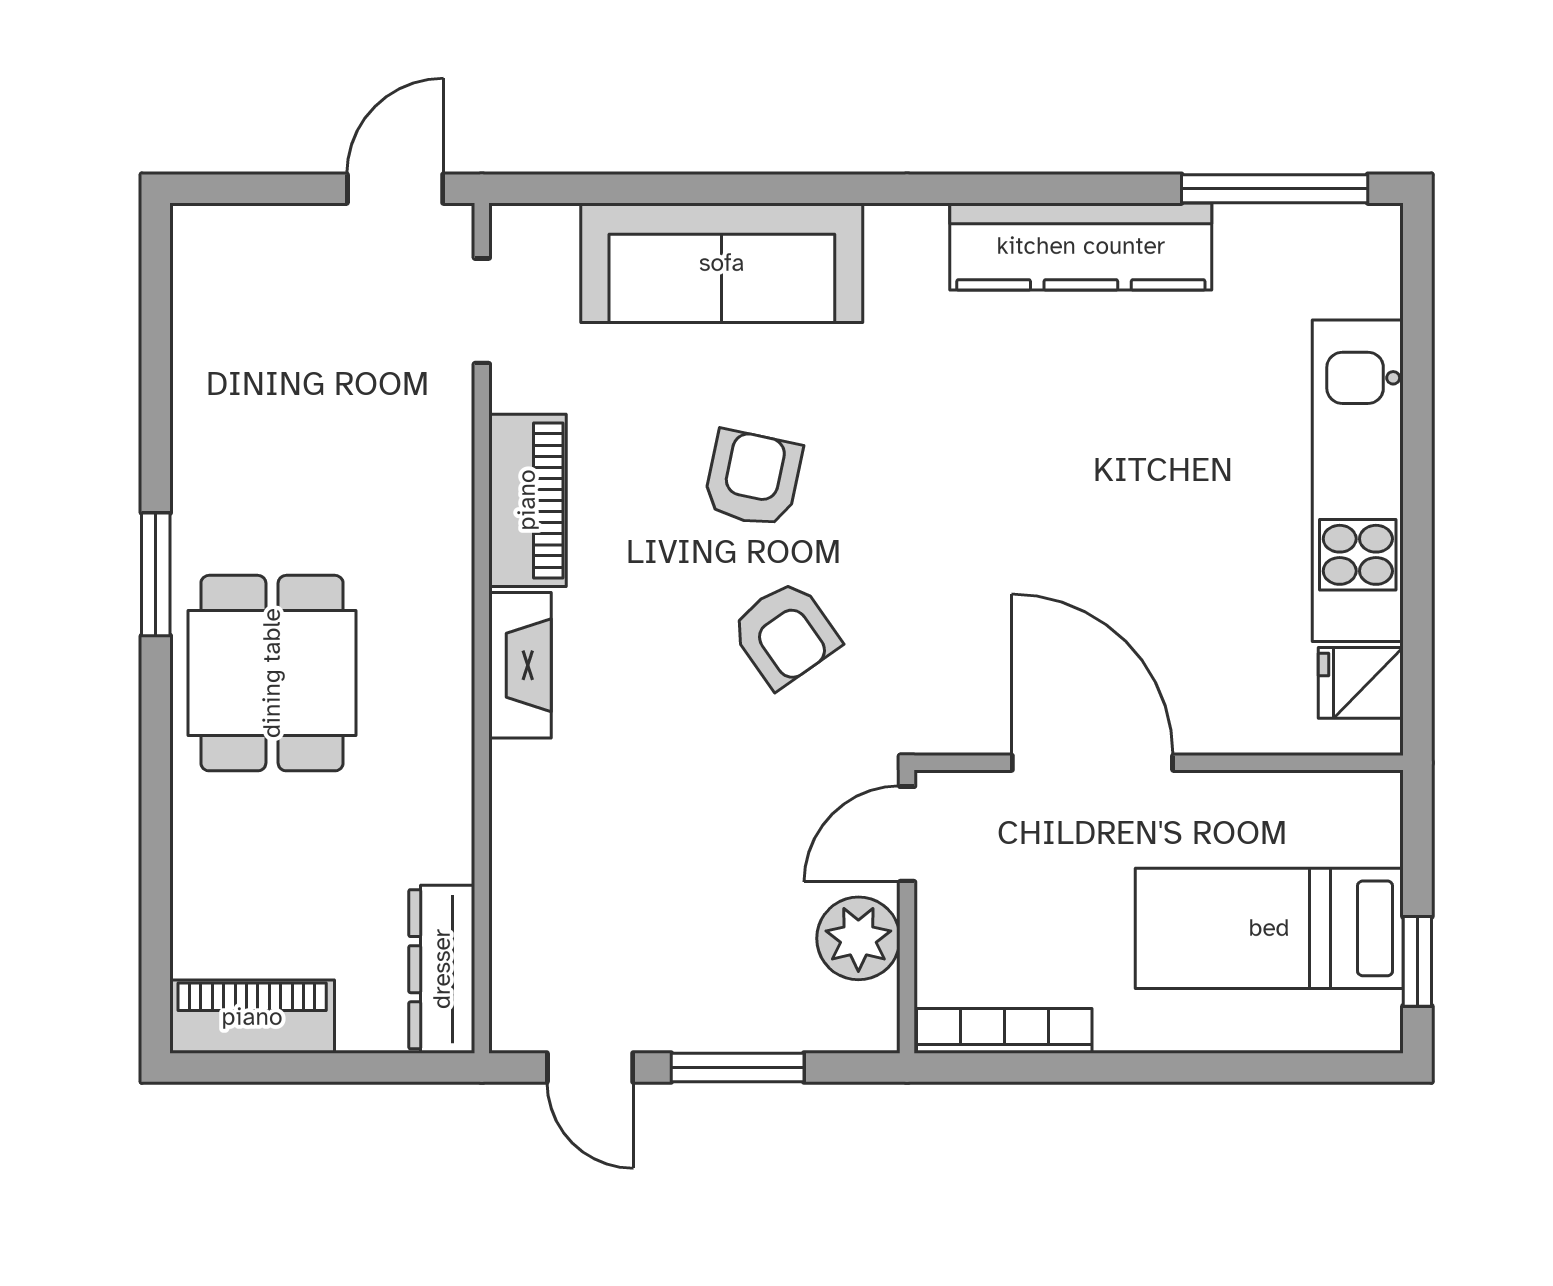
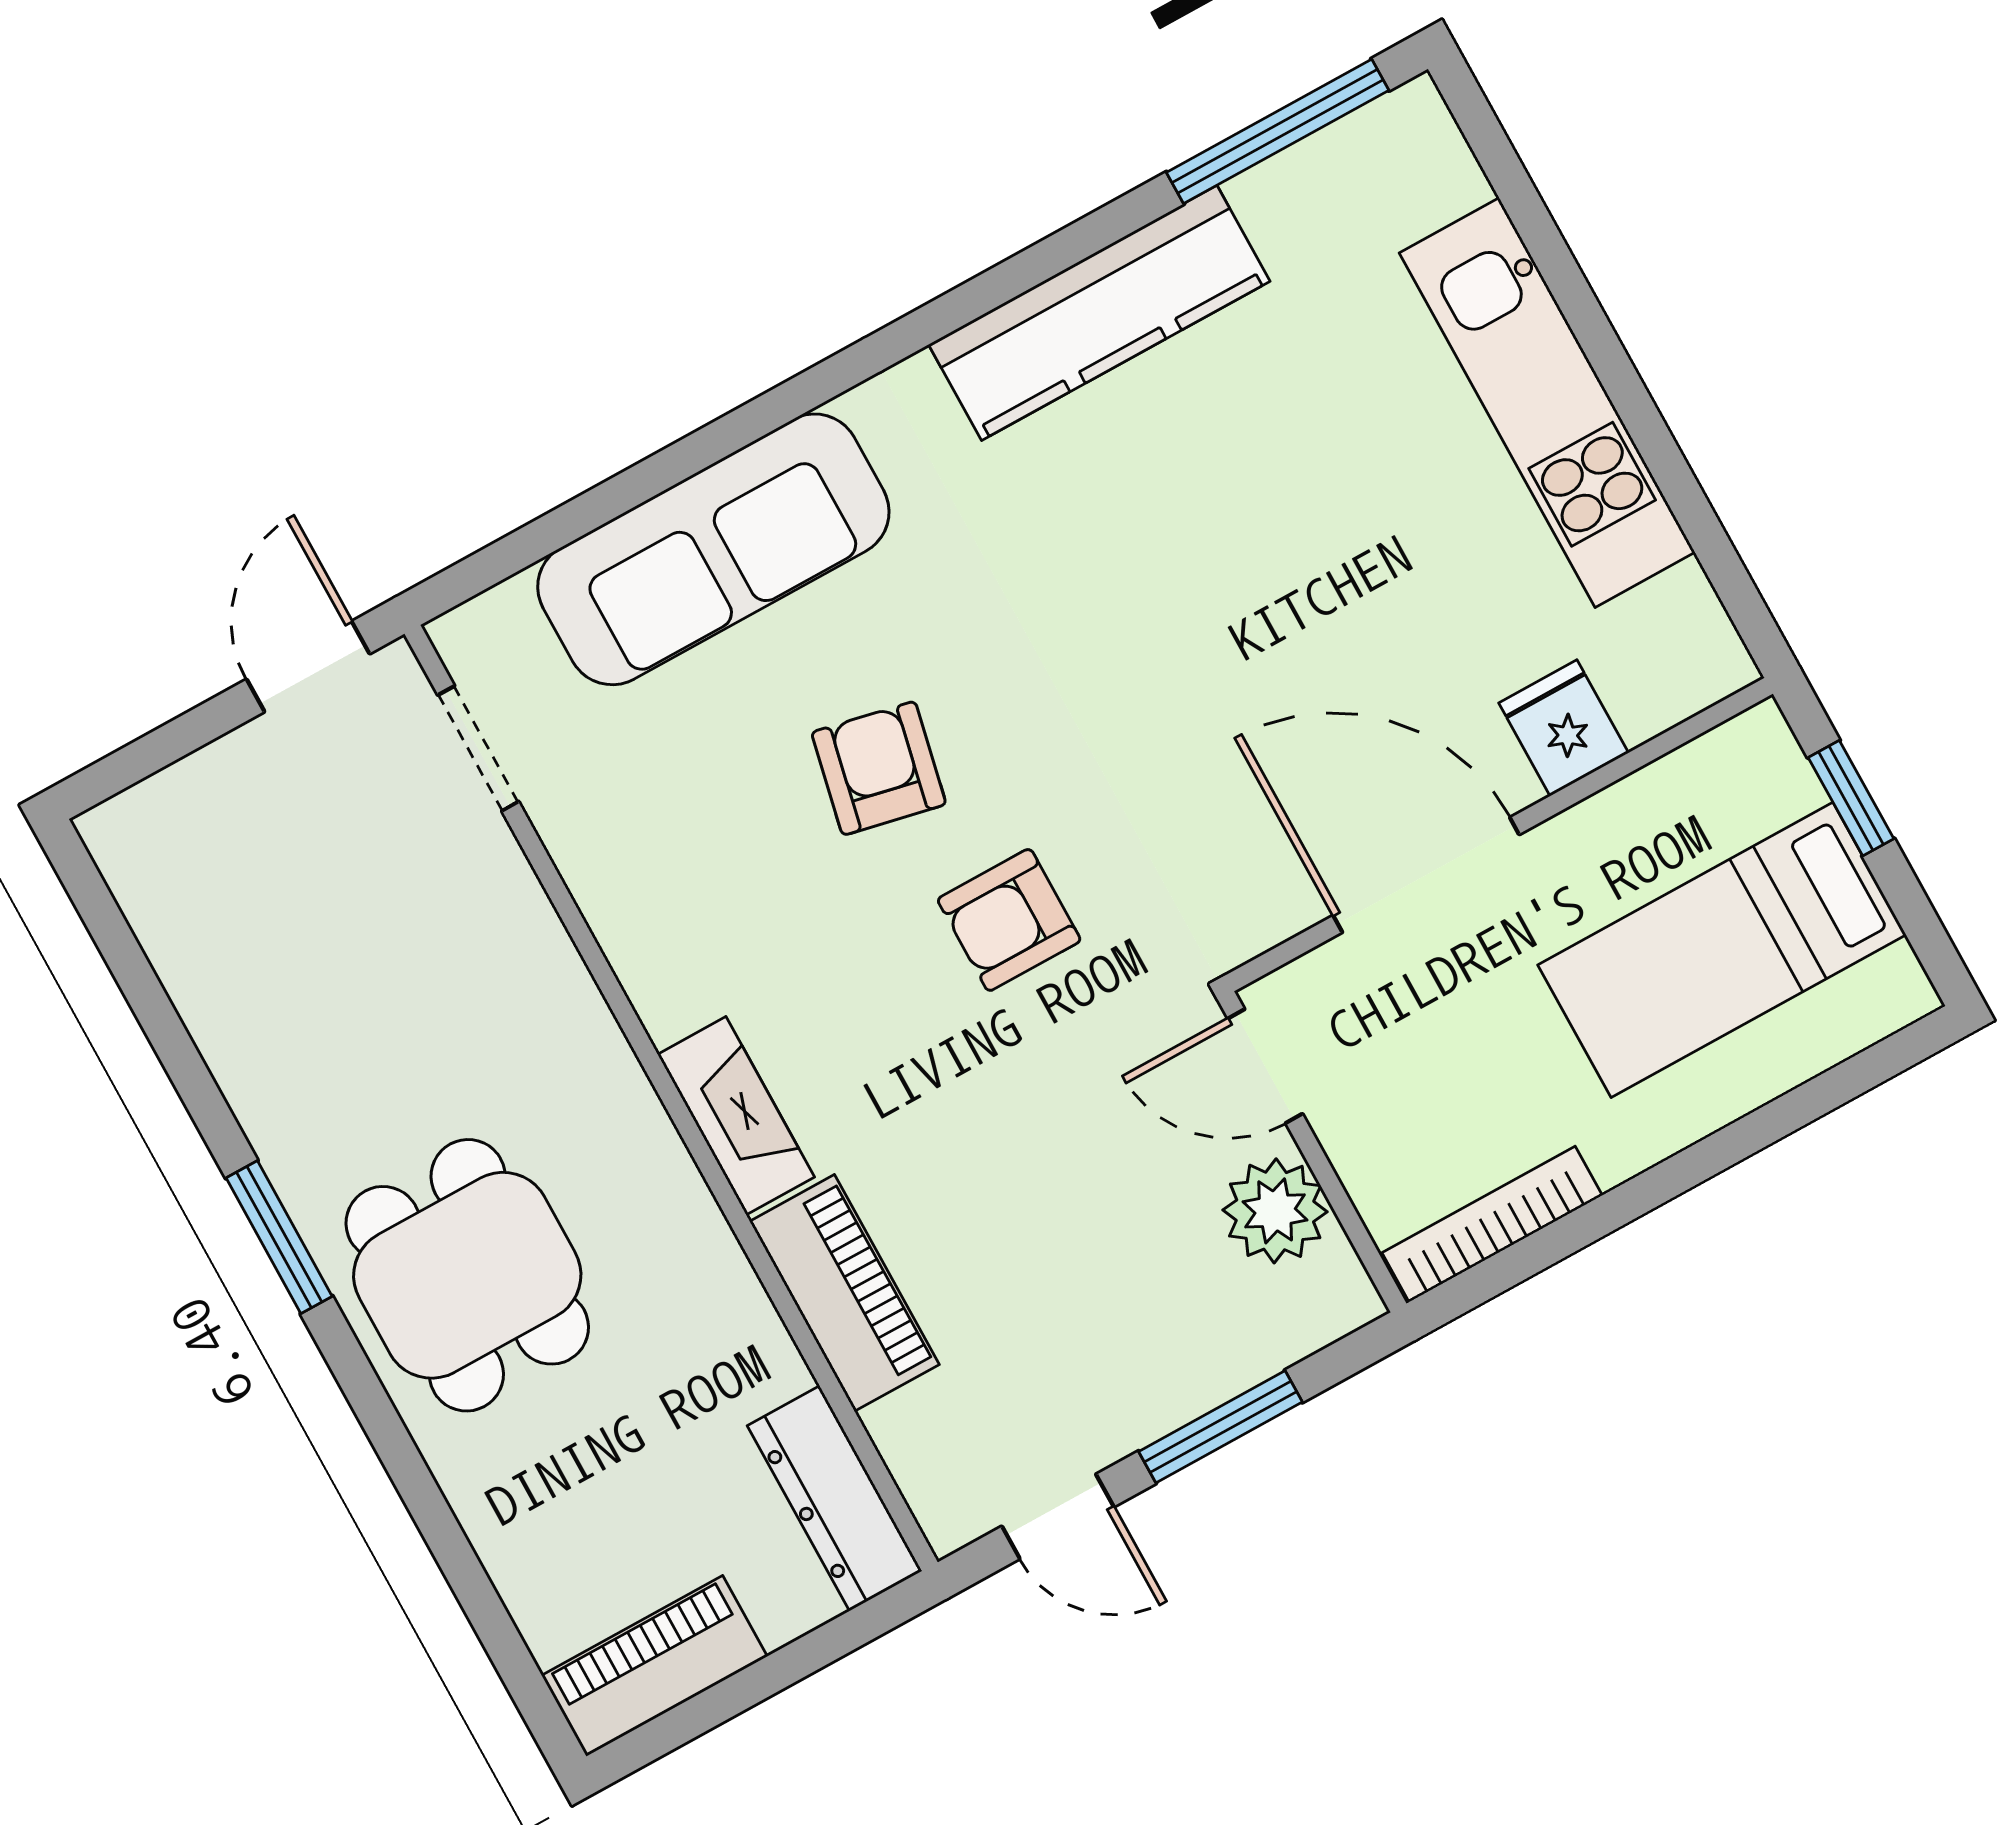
piano: (527, 500) -> (844, 1293), moved
armchair: (785, 634) -> (1009, 920), turned 125
fridge: (1361, 683) -> (1564, 728), moved, turned 90
door: (907, 834) -> (1265, 1066), hinge flipped
window: (1417, 961) -> (1851, 798), moved

